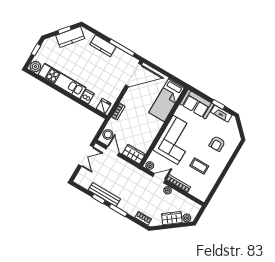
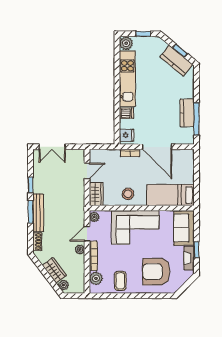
kitchen counter: (103, 46) -> (187, 113), moved
door: (133, 75) -> (157, 147), moved
stool: (108, 134) -> (128, 194), moved
armchair: (217, 144) -> (156, 272), width x1.88, depth x1.88
double door: (86, 156) -> (52, 147), moved
coffee table: (199, 166) -> (120, 281), moved
door: (159, 178) -> (87, 234), swing flipped
plant: (196, 191) -> (96, 278), added
bench: (104, 195) -> (38, 213), moved

